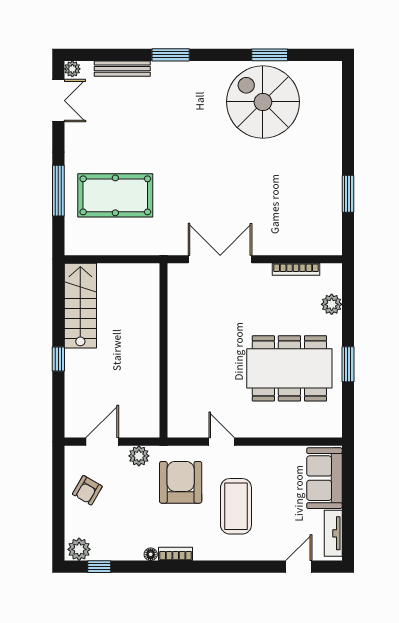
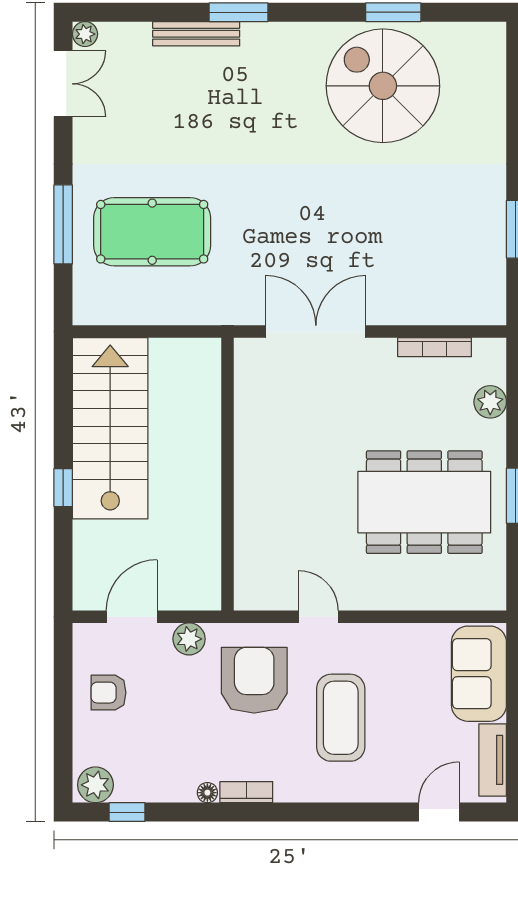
bench: (122, 69) -> (196, 34), moved
stairs: (80, 306) -> (110, 428), width x1.36, depth x1.51
armchair: (87, 490) -> (108, 693), turned 60

